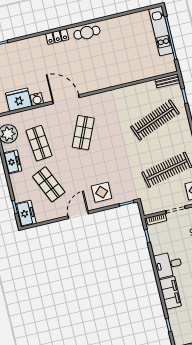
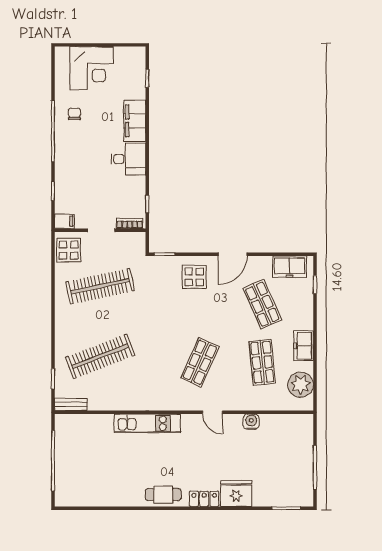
kitchen unit: (161, 31) -> (148, 423), moved, turned 90
door: (66, 99) -> (212, 412), width x0.53
fridge: (19, 100) -> (236, 494), moved, turned 180
freezer: (26, 214) -> (290, 267), moved, turned -90

